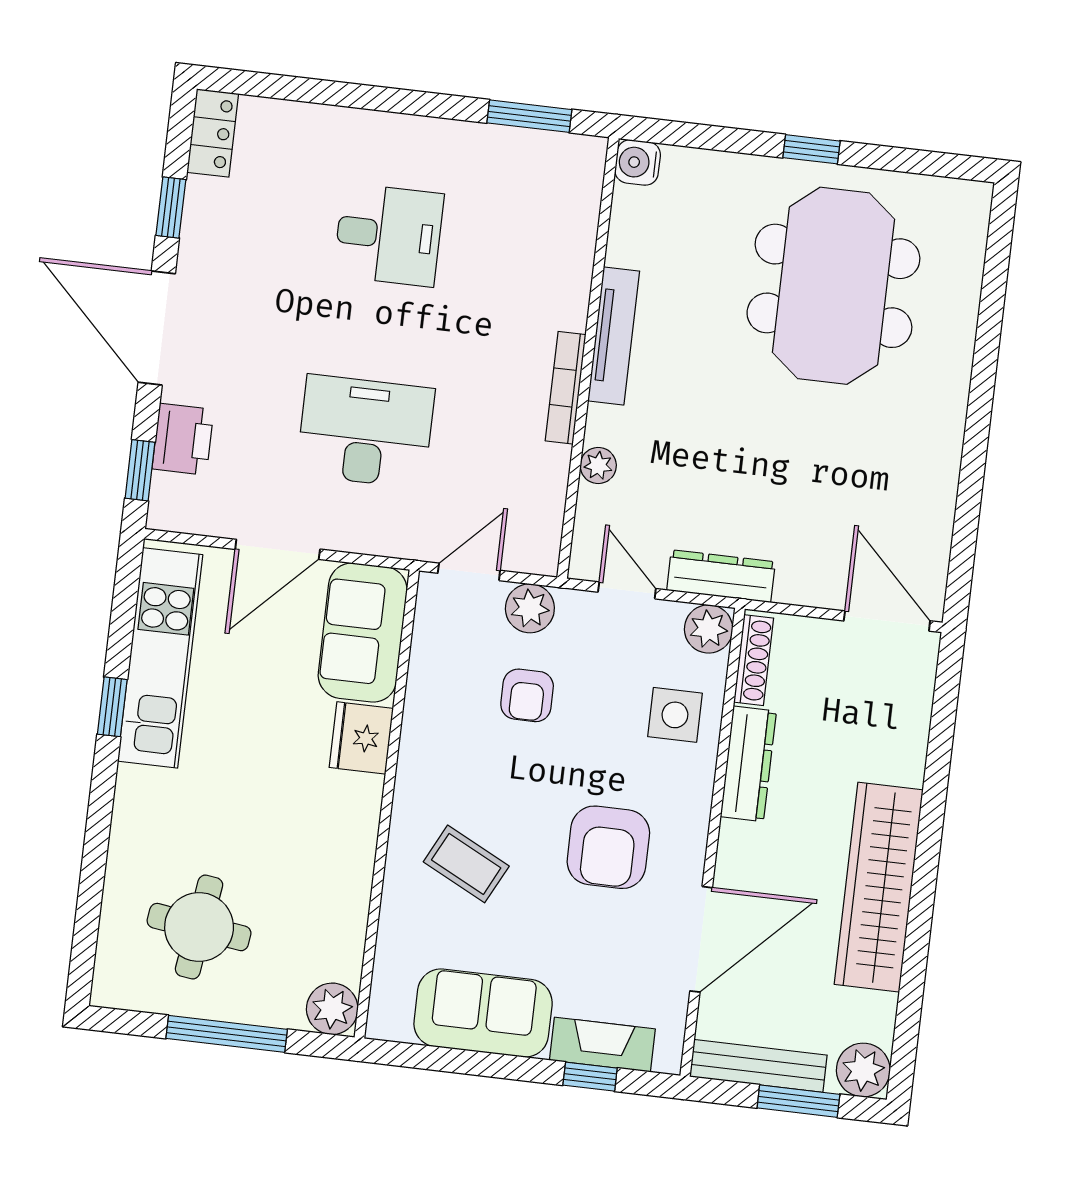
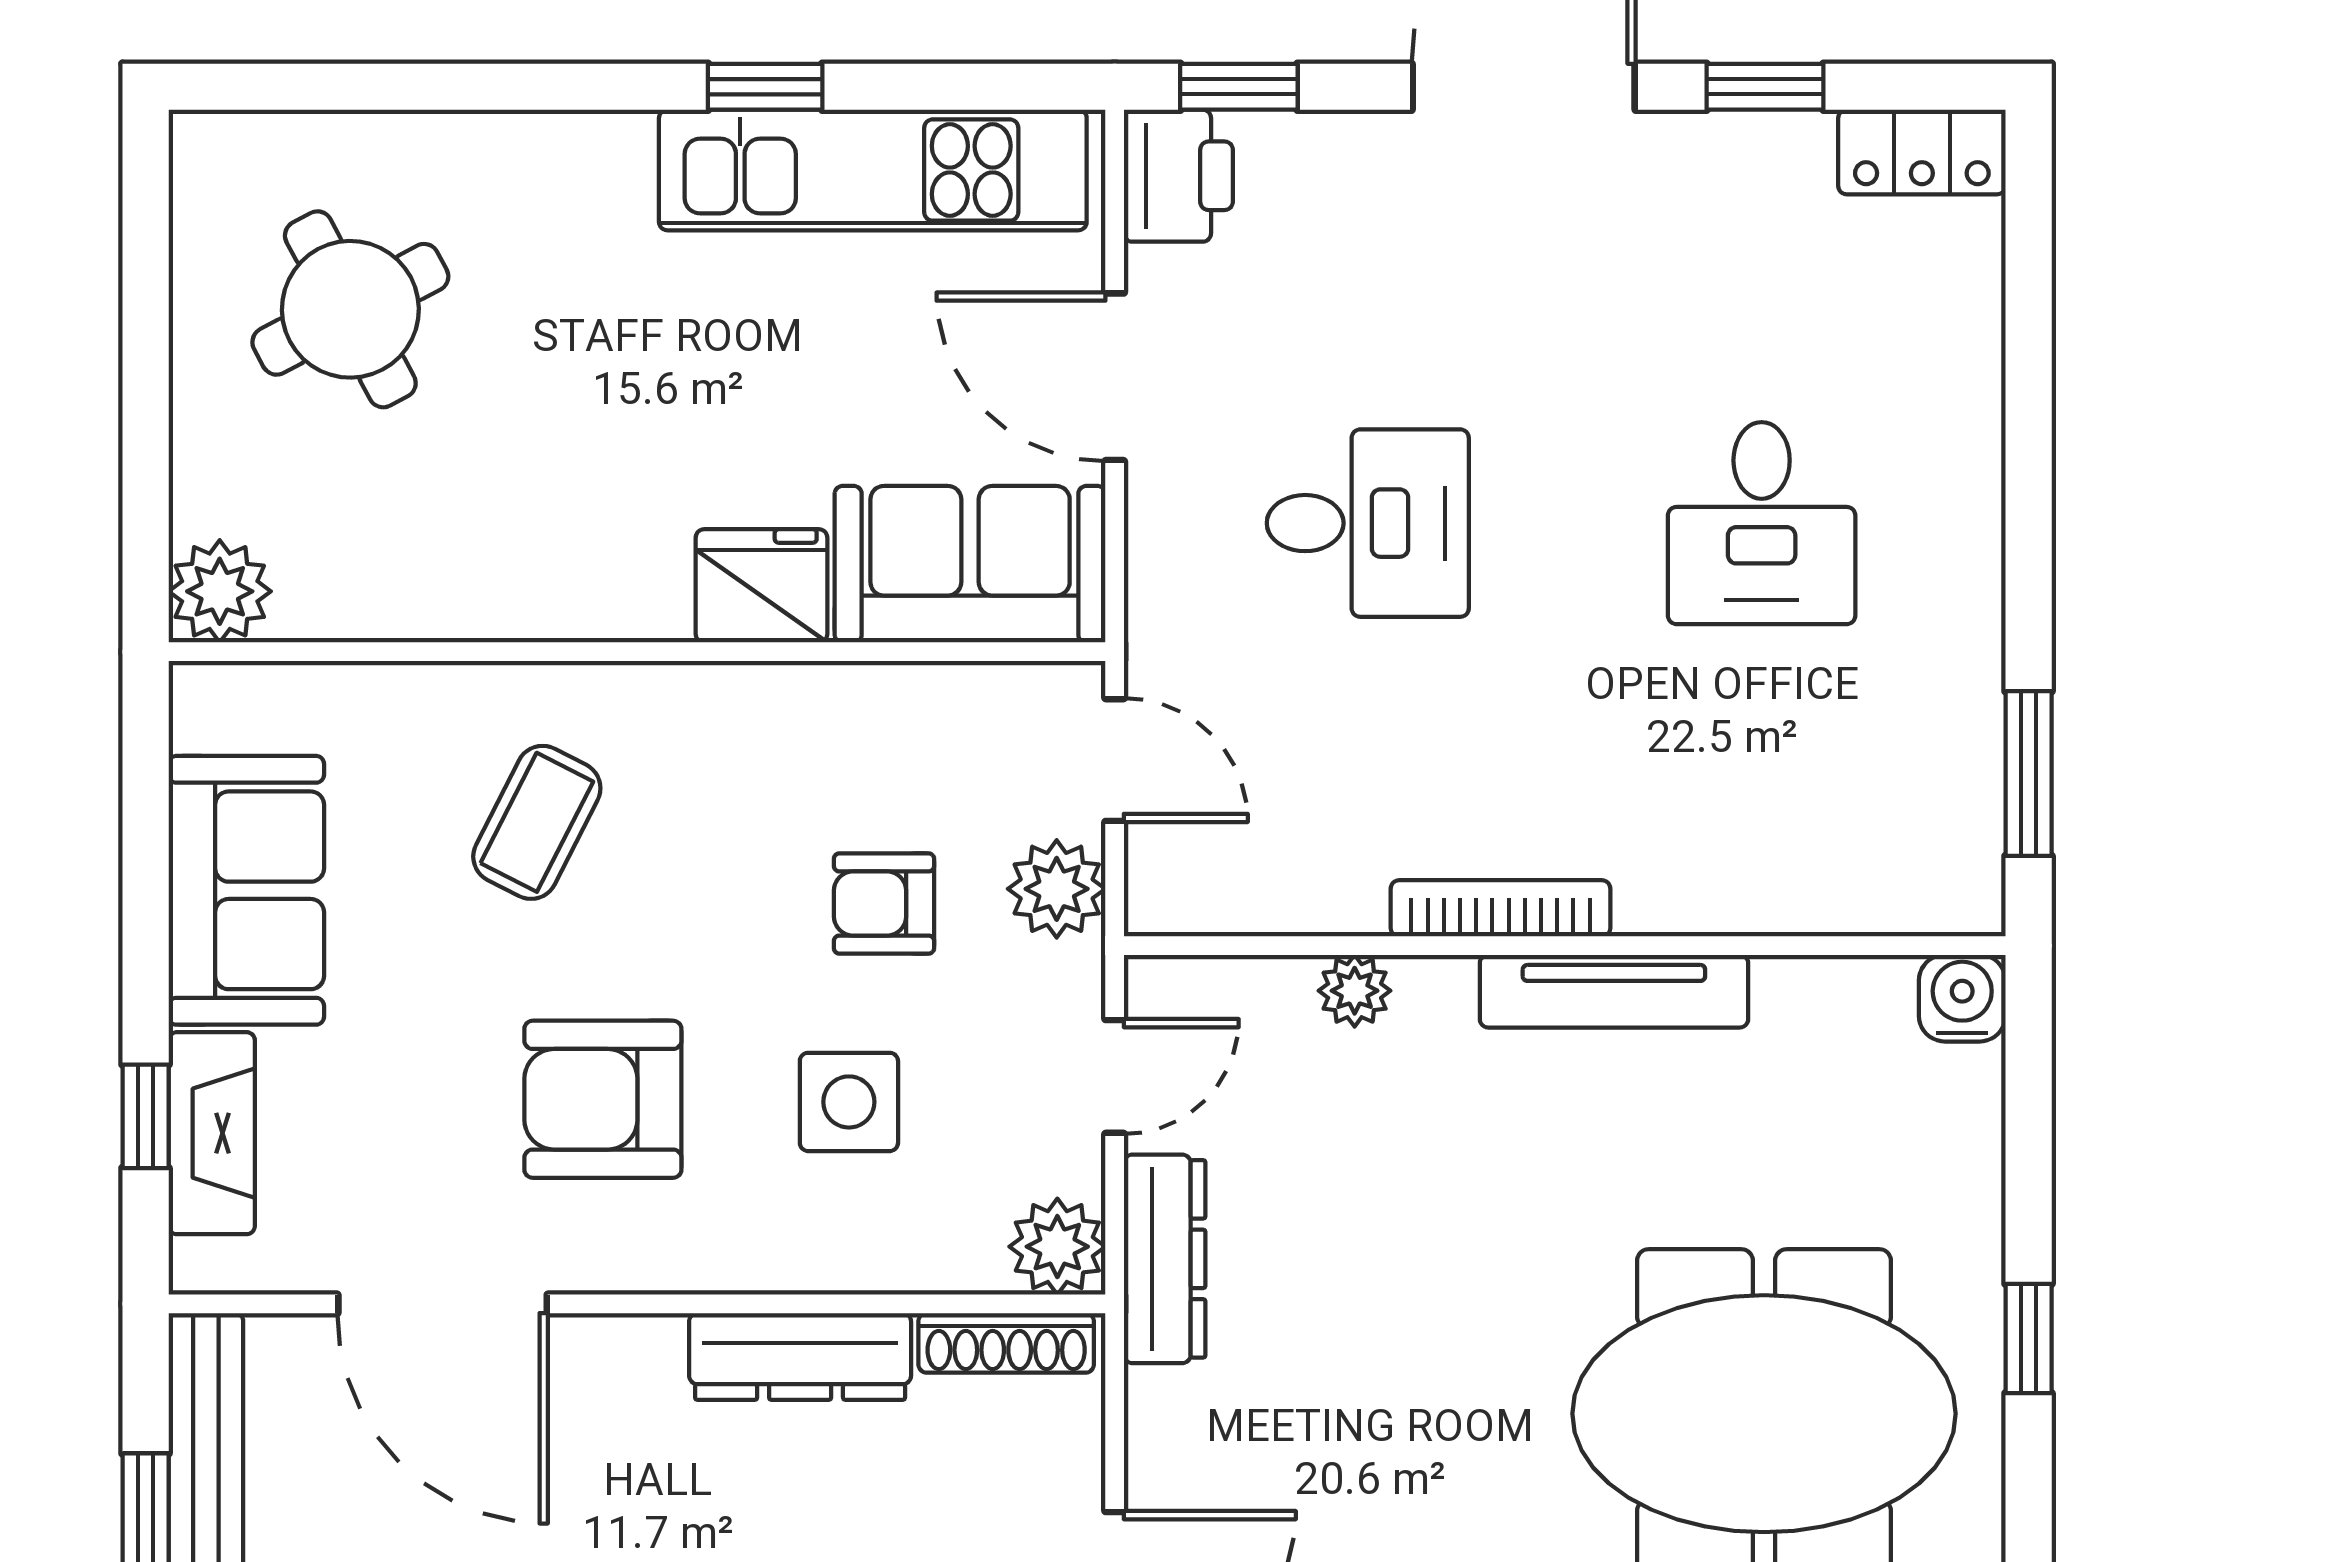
desk: (365, 431) -> (1368, 523), width x0.73
printer: (183, 439) -> (1178, 176), moved, turned -90
side table: (675, 715) -> (849, 1102), moved
round table: (199, 927) -> (350, 309), turned -36
window: (227, 1034) -> (146, 389), removed

